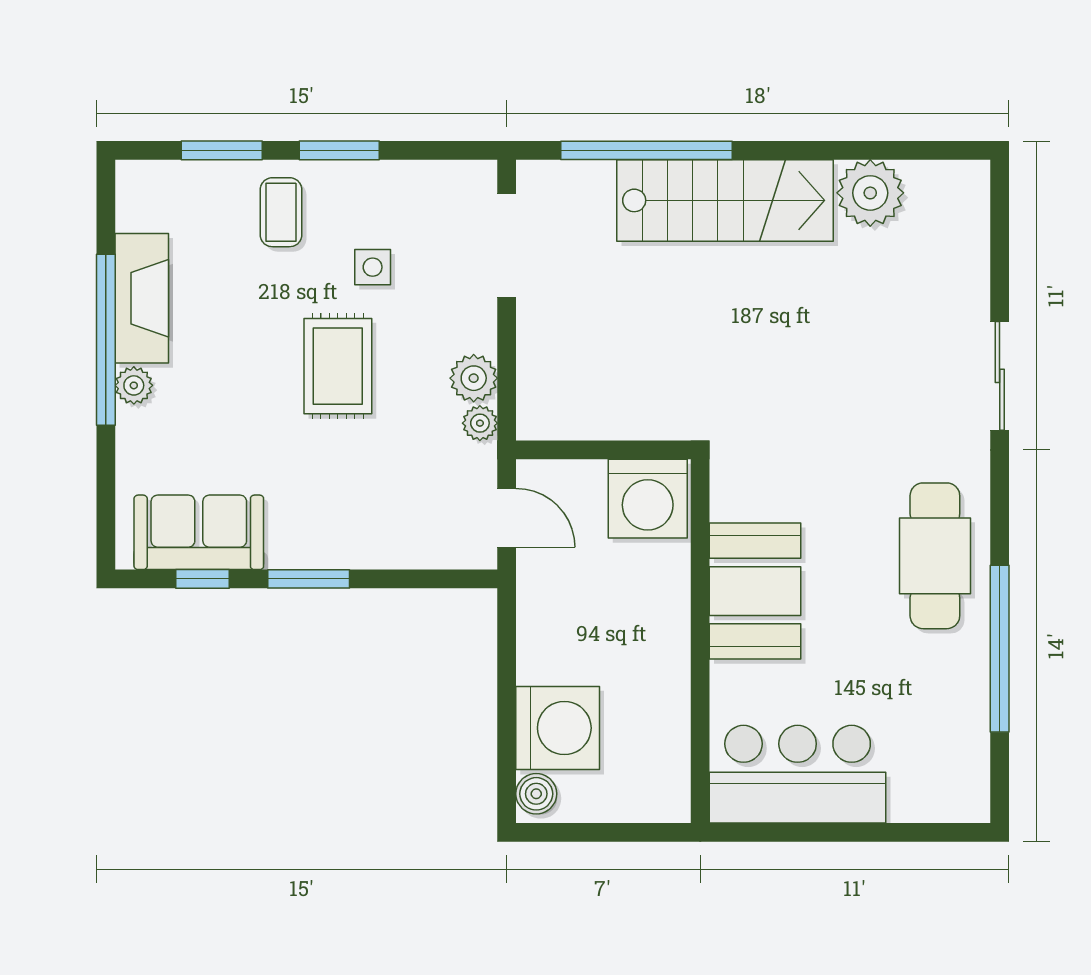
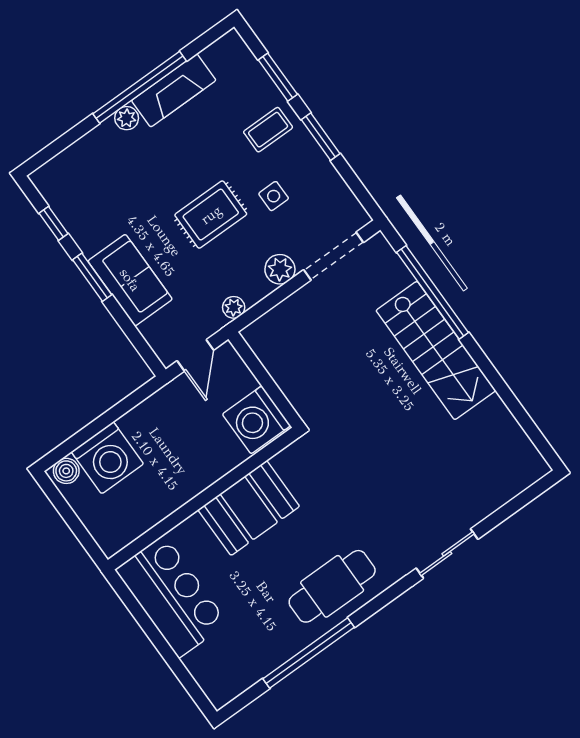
plant: (870, 193) -> (493, 421), removed
plant: (474, 378) -> (280, 269), moved
sofa: (199, 532) -> (130, 280), moved

